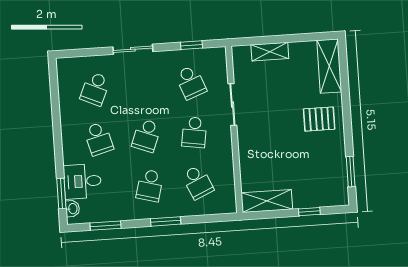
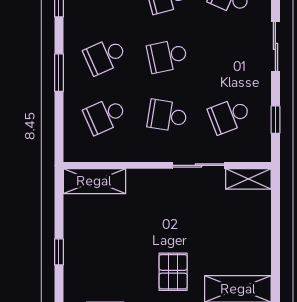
shelving: (270, 52) -> (248, 179), moved, turned 90
school desk: (146, 136) -> (167, 56), turned -33
school desk: (150, 185) -> (105, 56), turned -39
shelving: (267, 201) -> (94, 181), moved, turned 90

